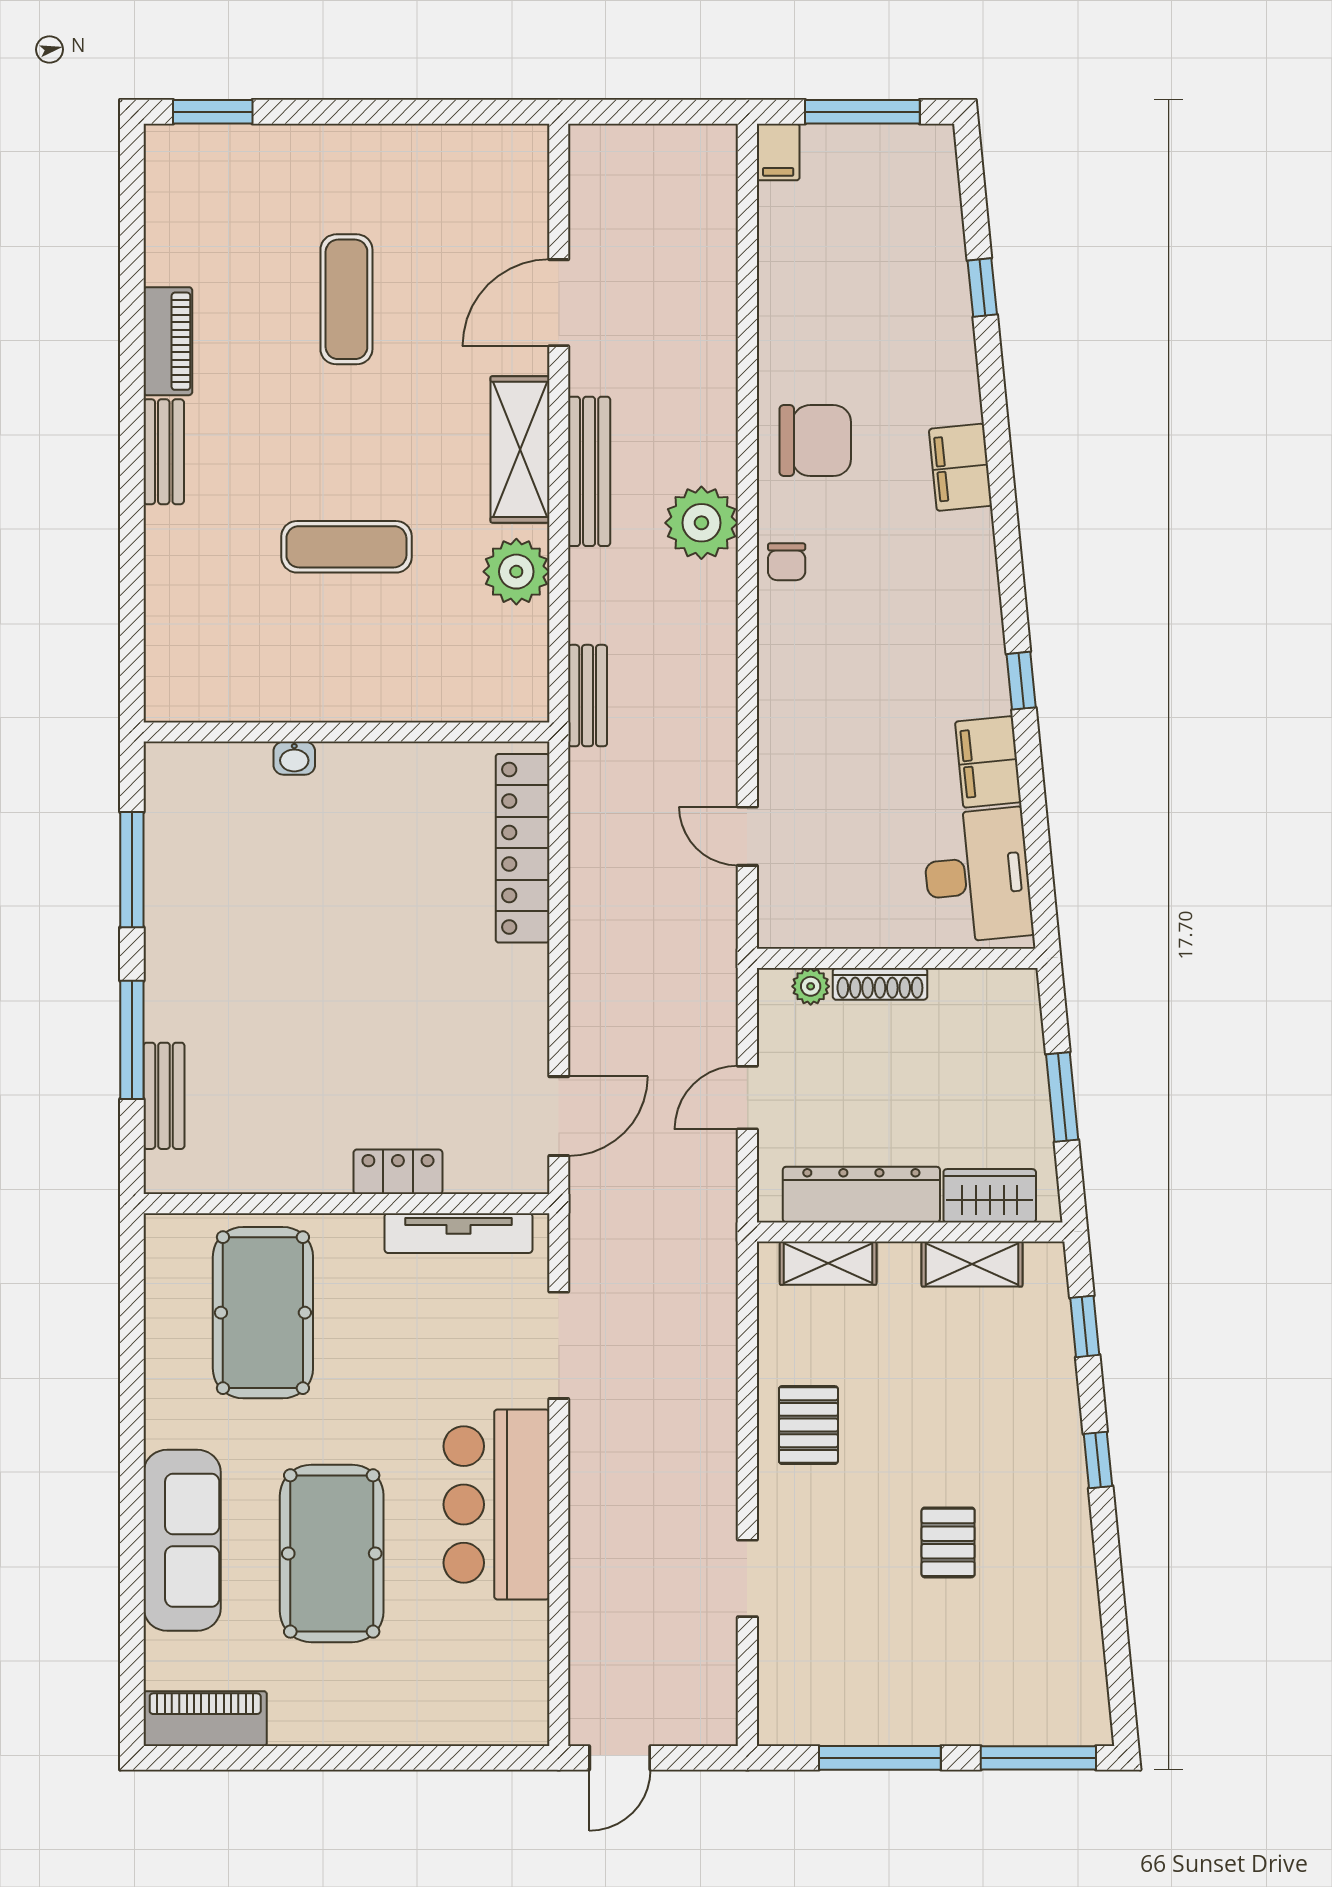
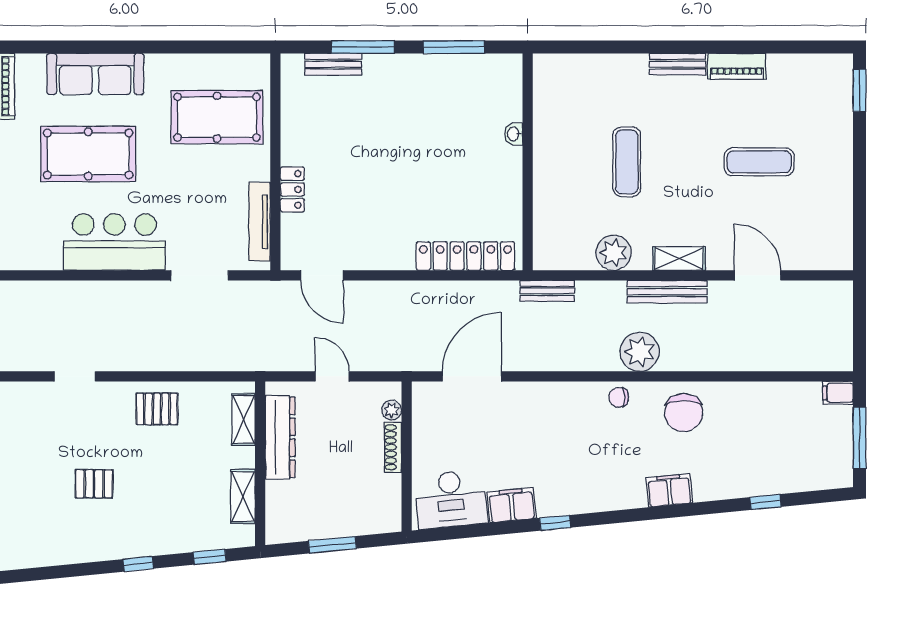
shelving: (520, 449) -> (679, 259), width x0.67, depth x0.75
door: (747, 836) -> (472, 376), width x1.87
wardrobe: (990, 1196) -> (280, 506), removed

